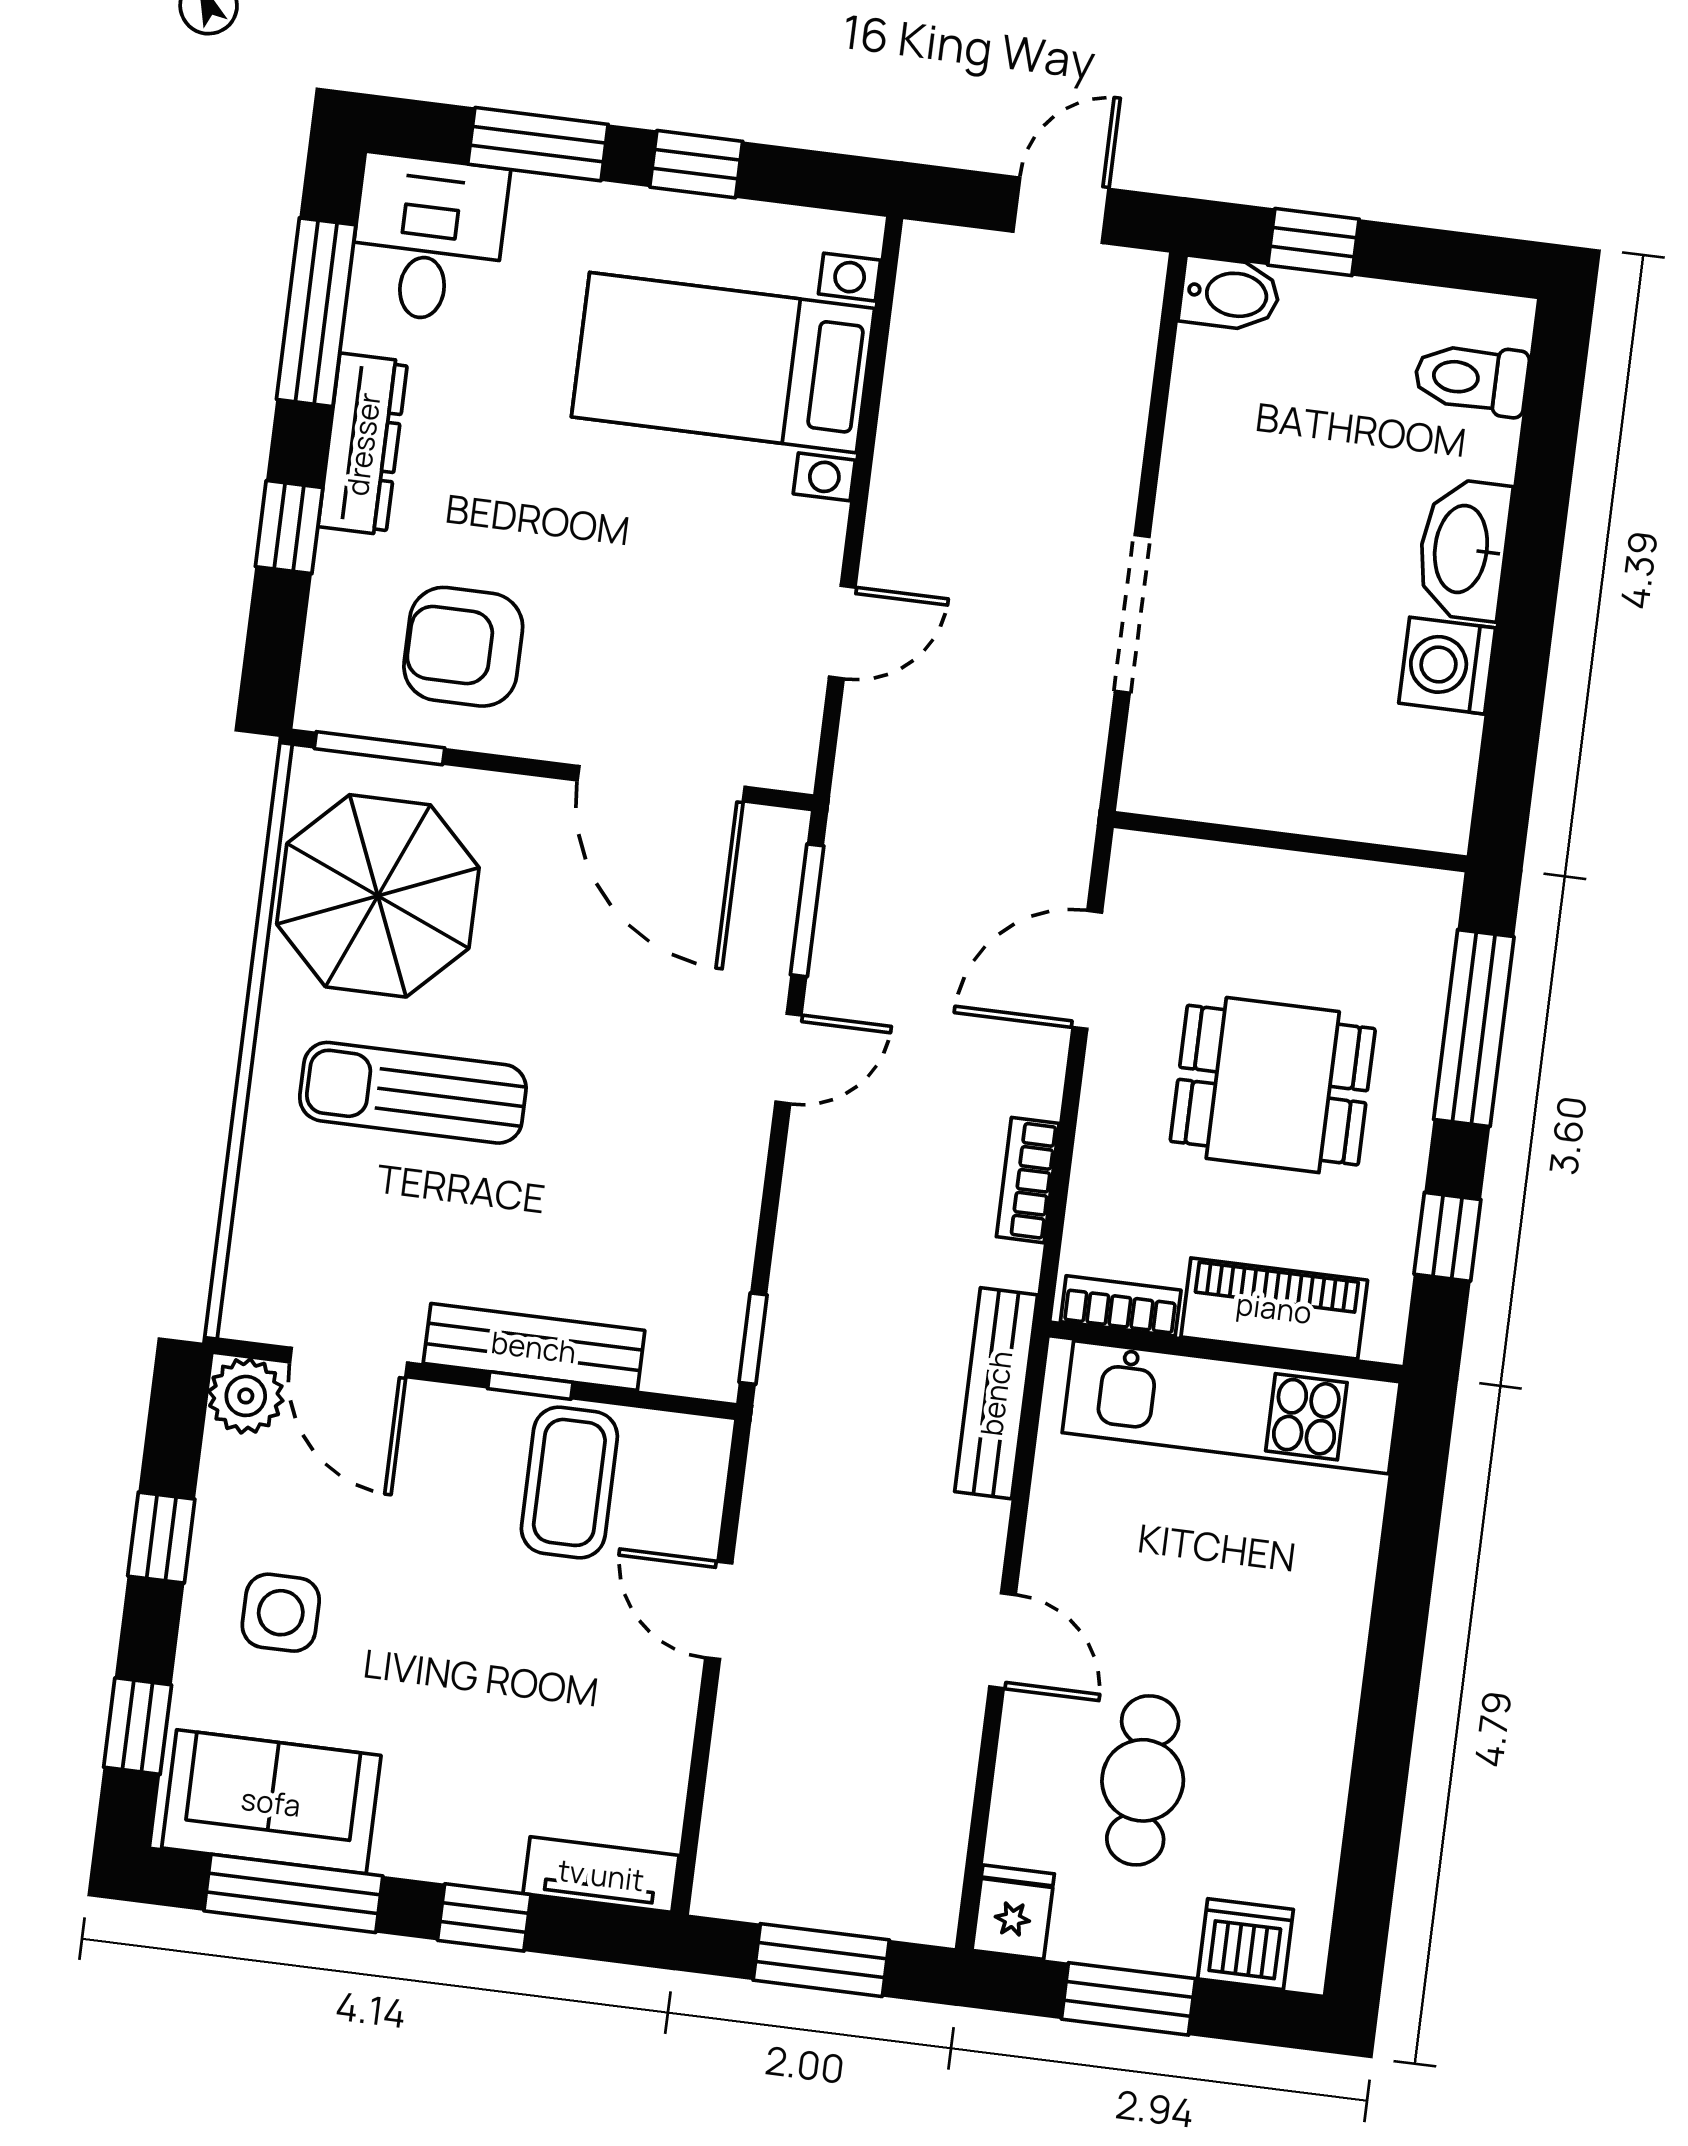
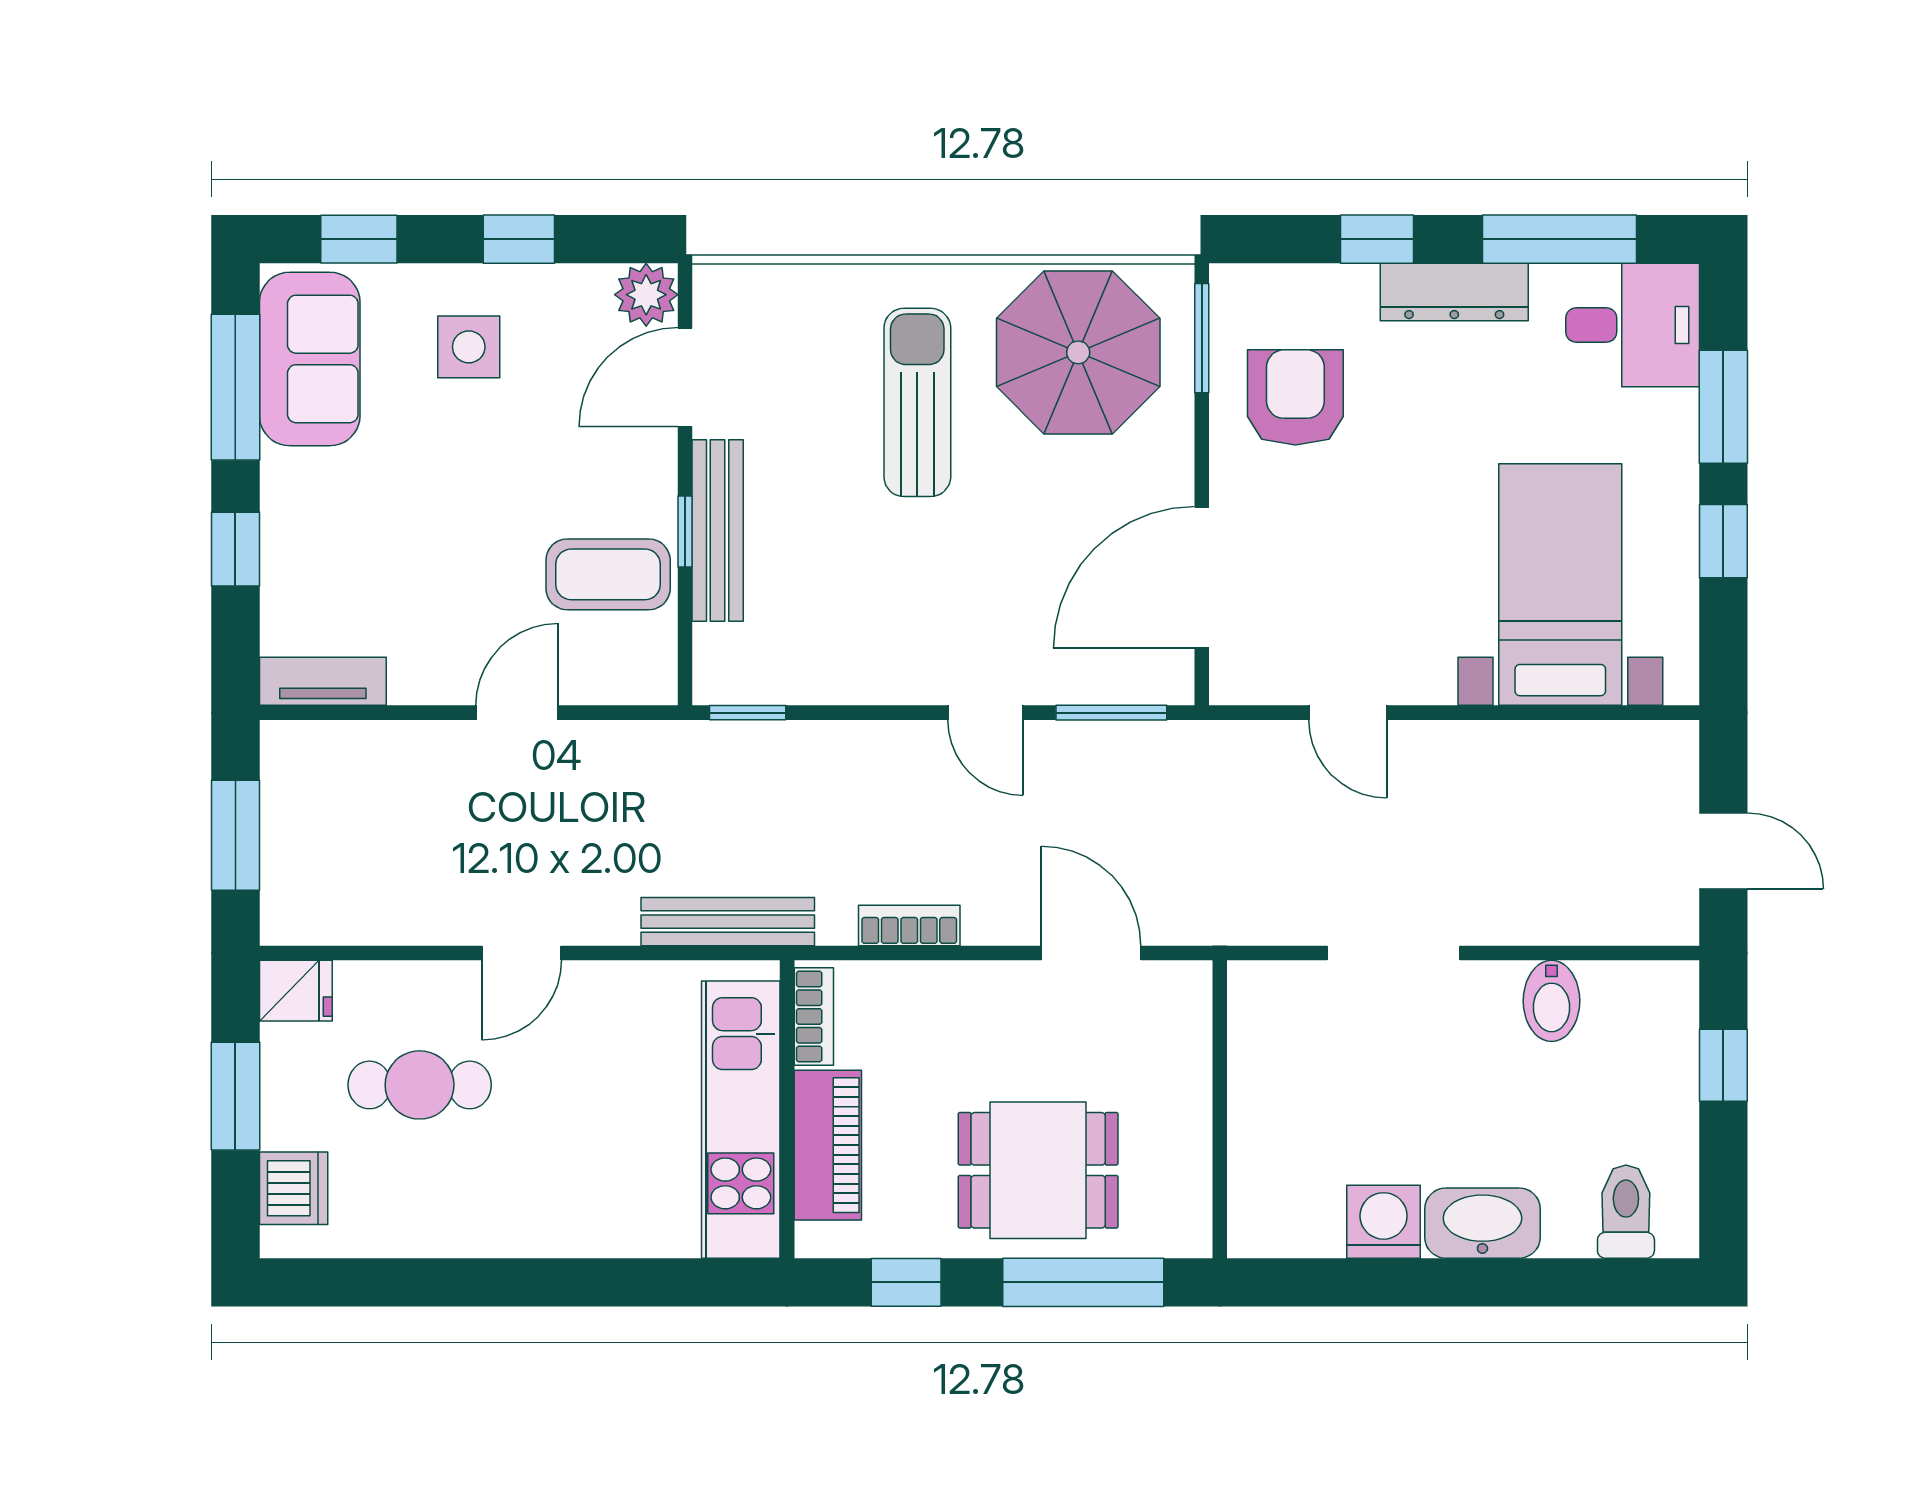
bidet: (1230, 294) -> (1551, 1001), moved
dining table: (1273, 1085) -> (1038, 1170), moved, turned 90
tv unit: (601, 1875) -> (323, 681), moved, turned -90

